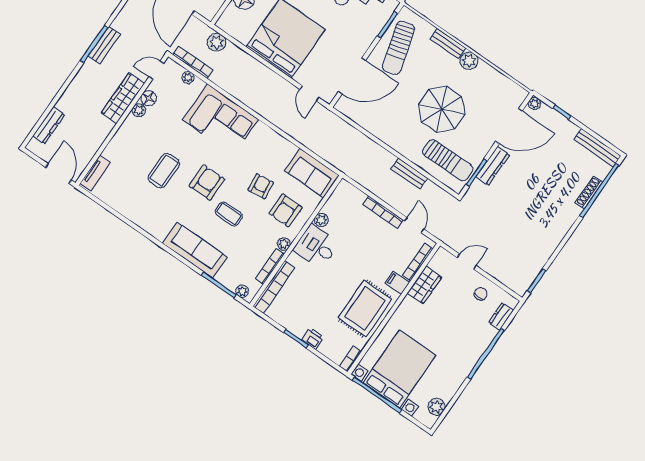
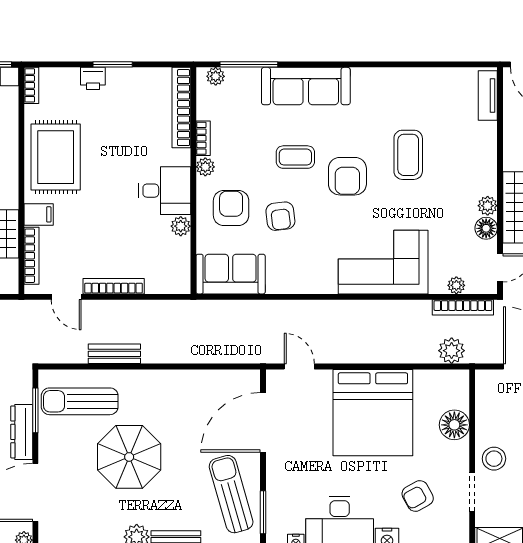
bookcase: (270, 267) -> (203, 138), width x0.64

